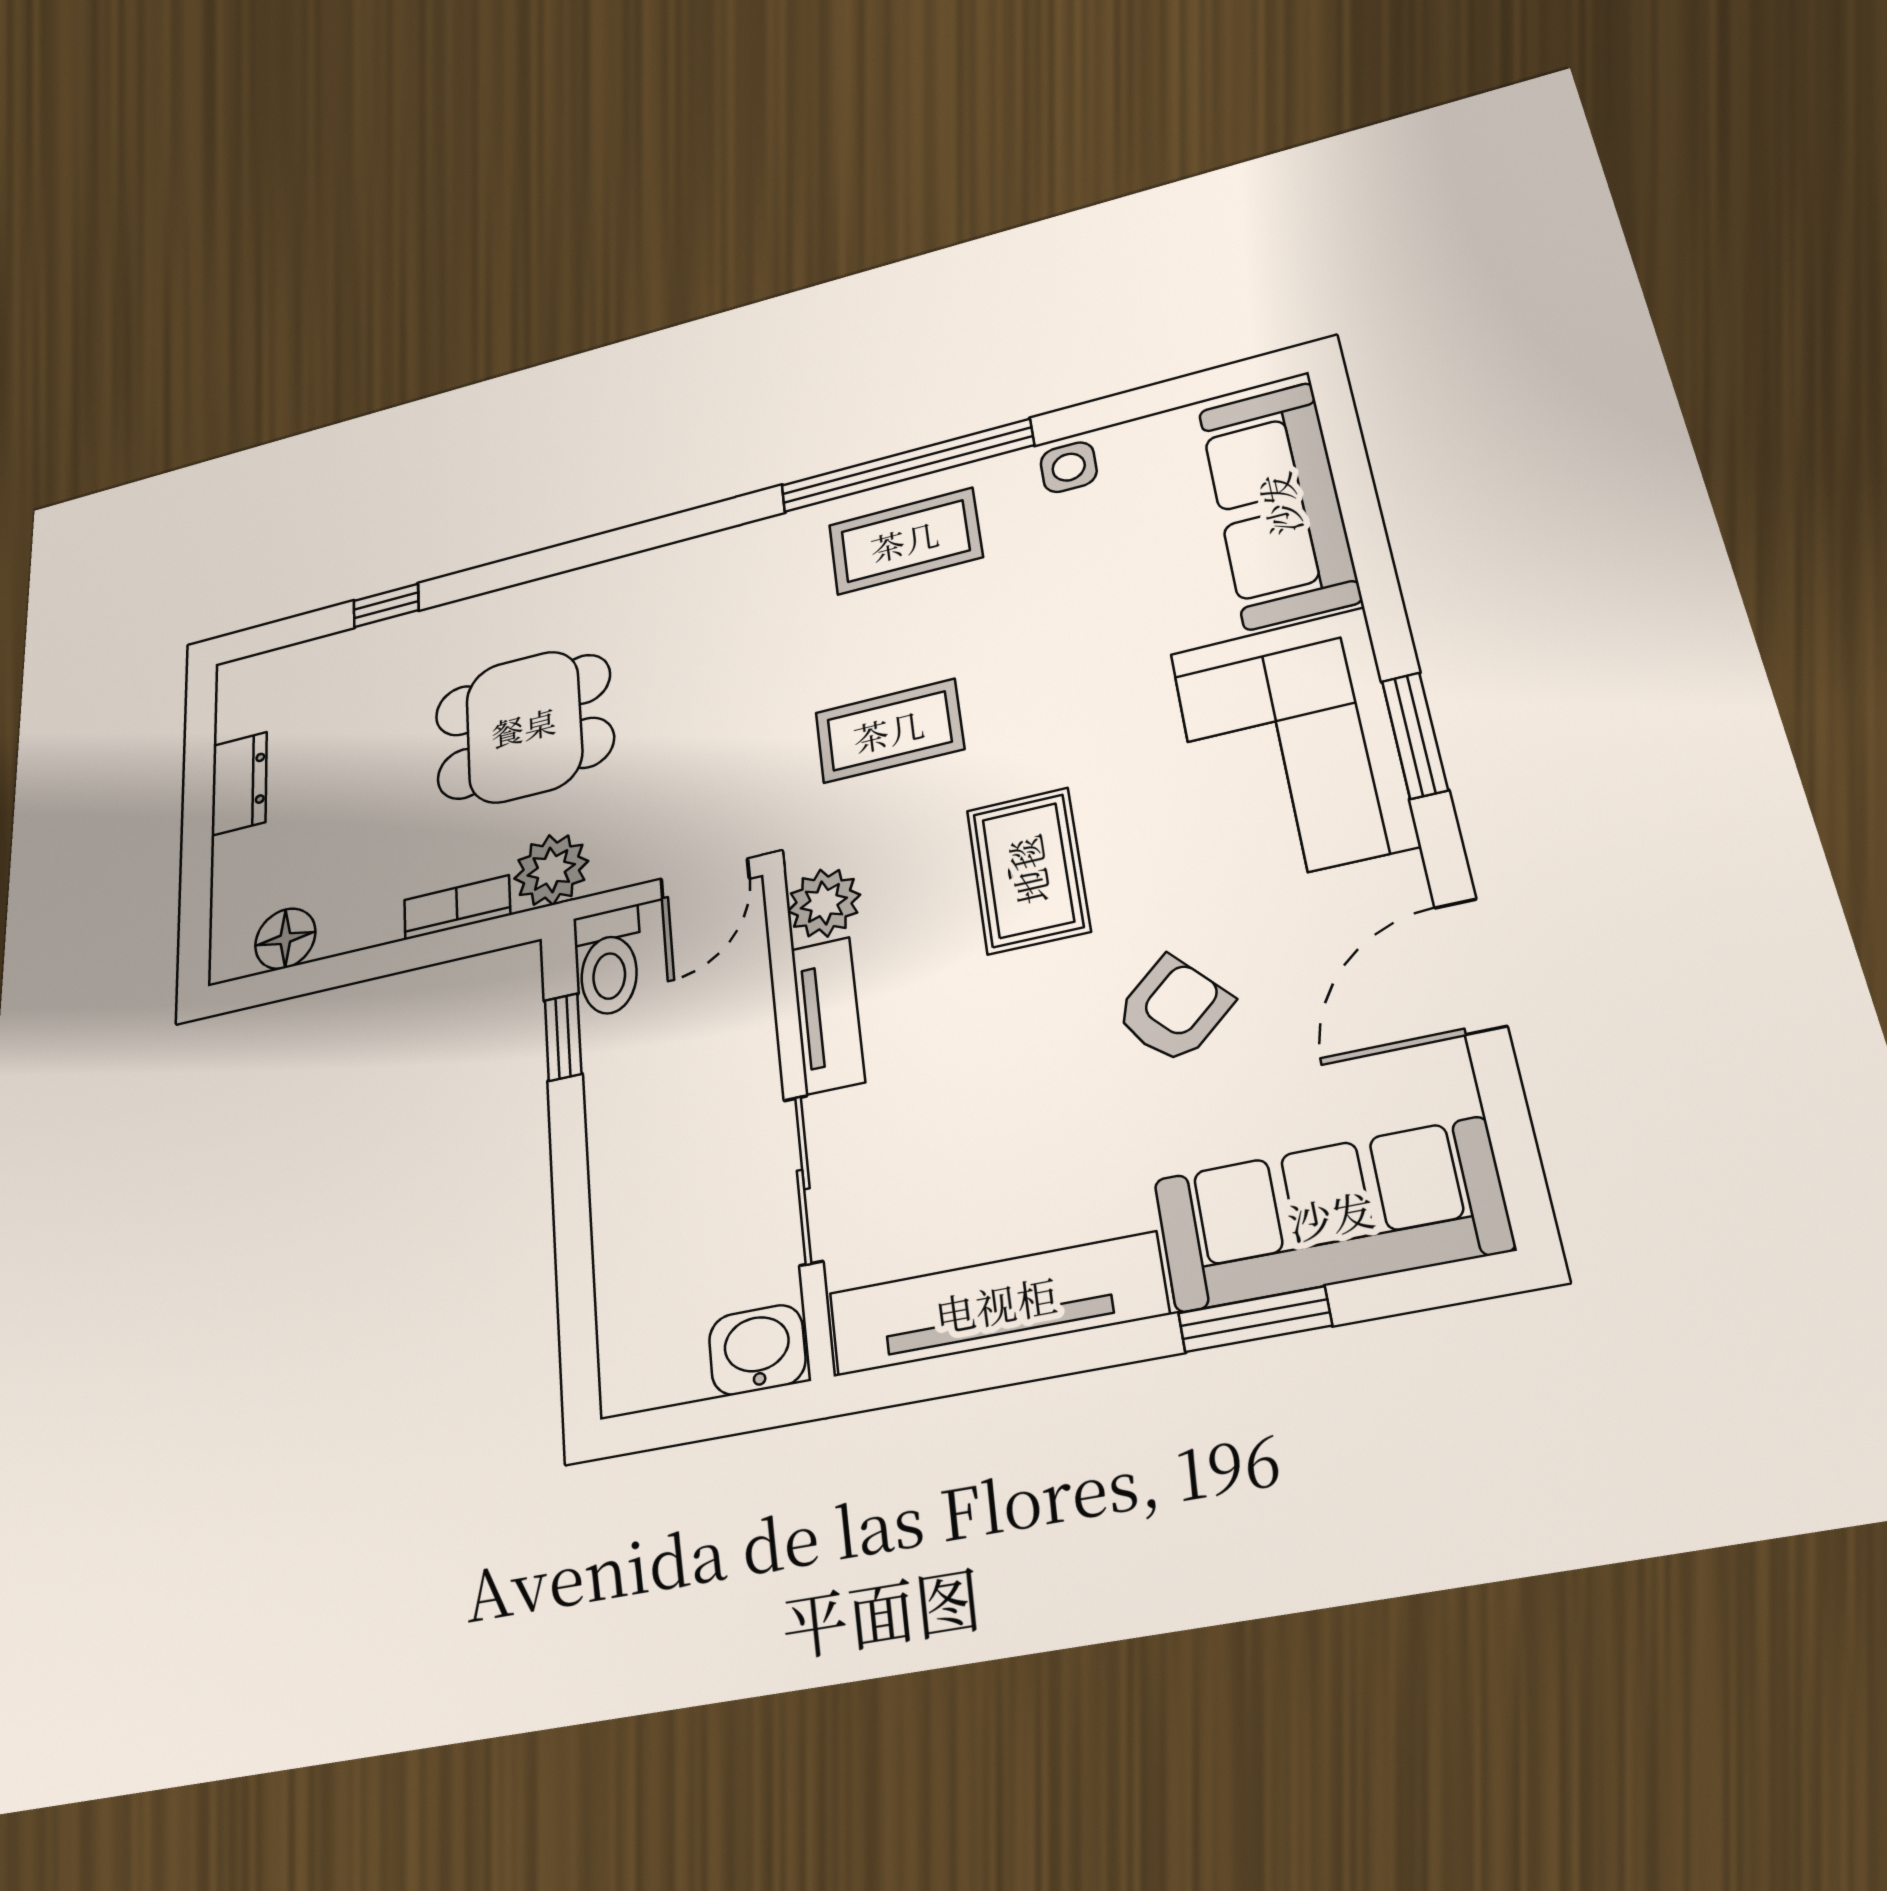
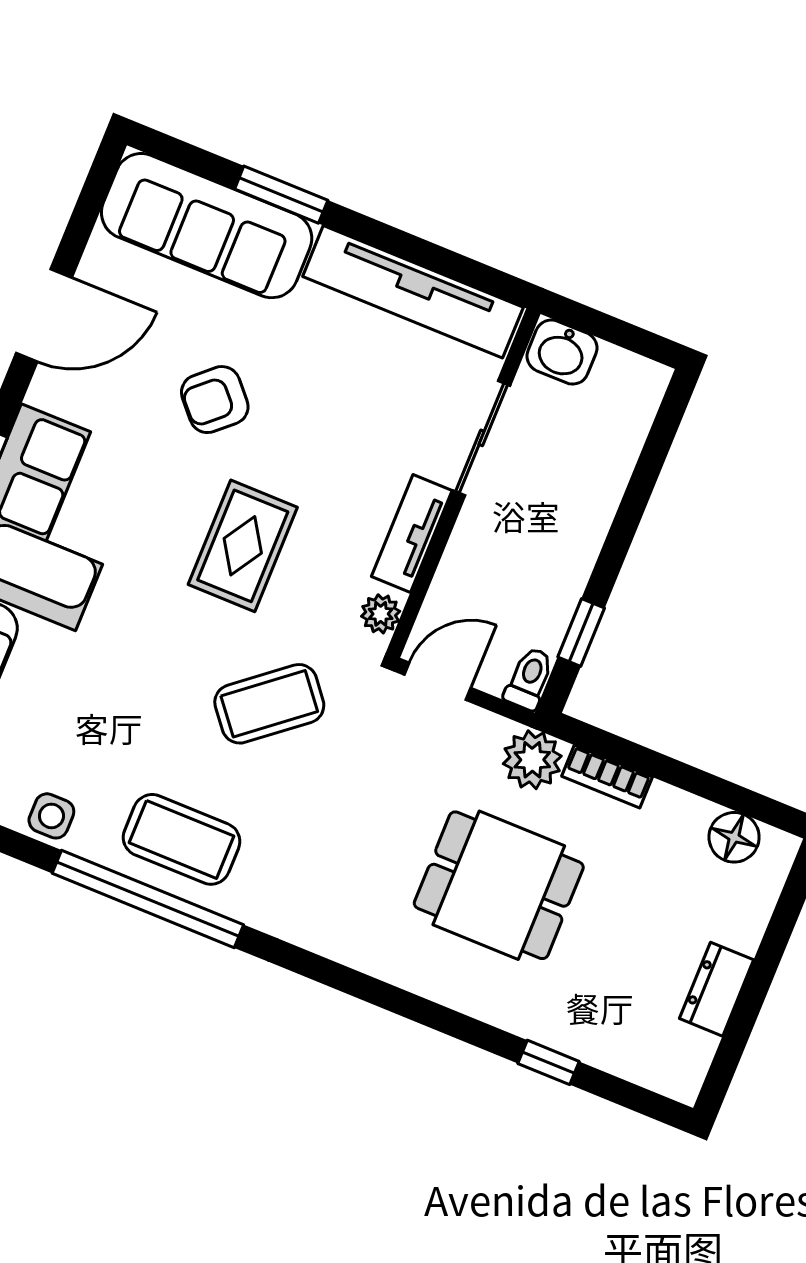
coffee table: (889, 731) -> (269, 704), turned -39
plant: (824, 903) -> (381, 614), width x0.73, depth x0.73
toilet: (608, 962) -> (529, 679), width x0.73, depth x0.72

